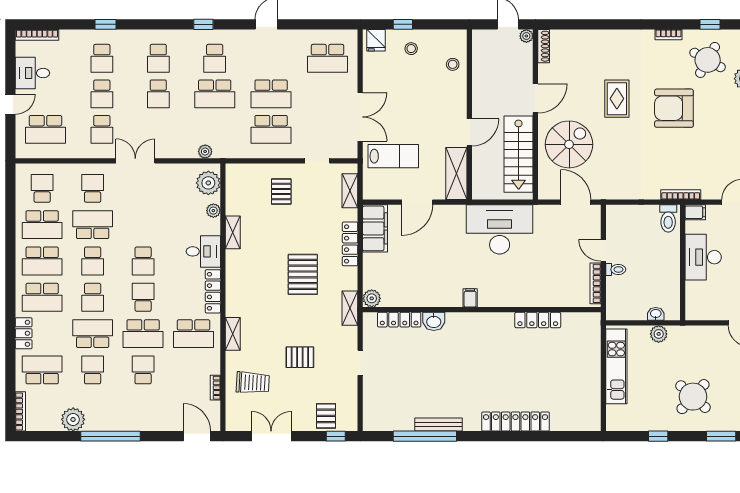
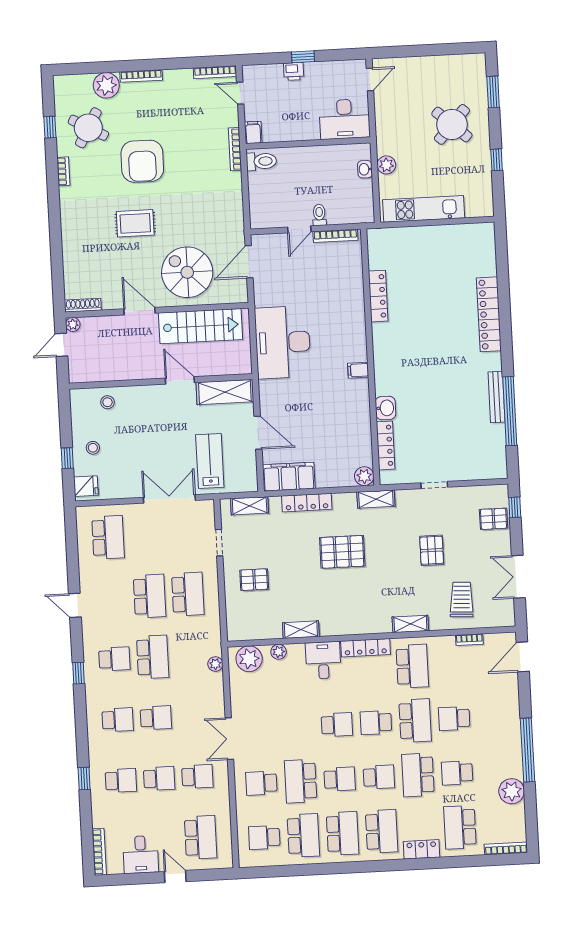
desk: (703, 257) -> (345, 119), moved

